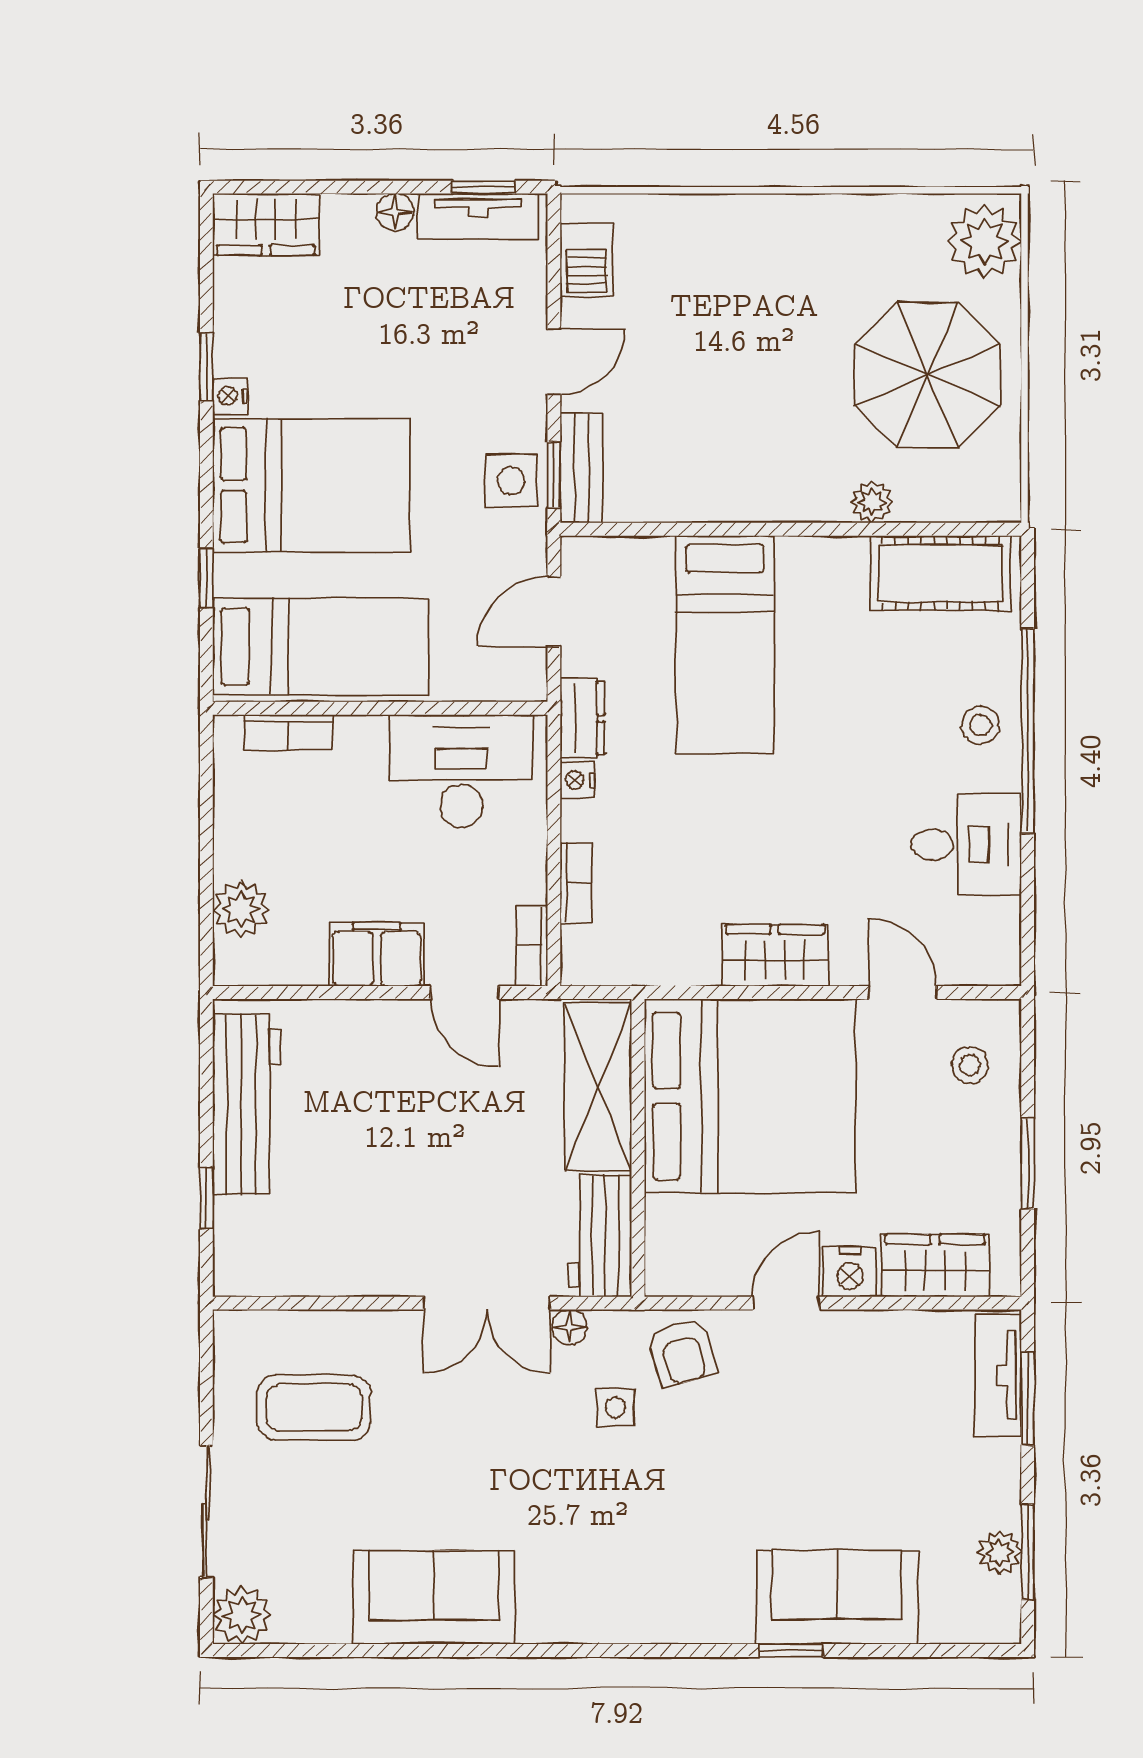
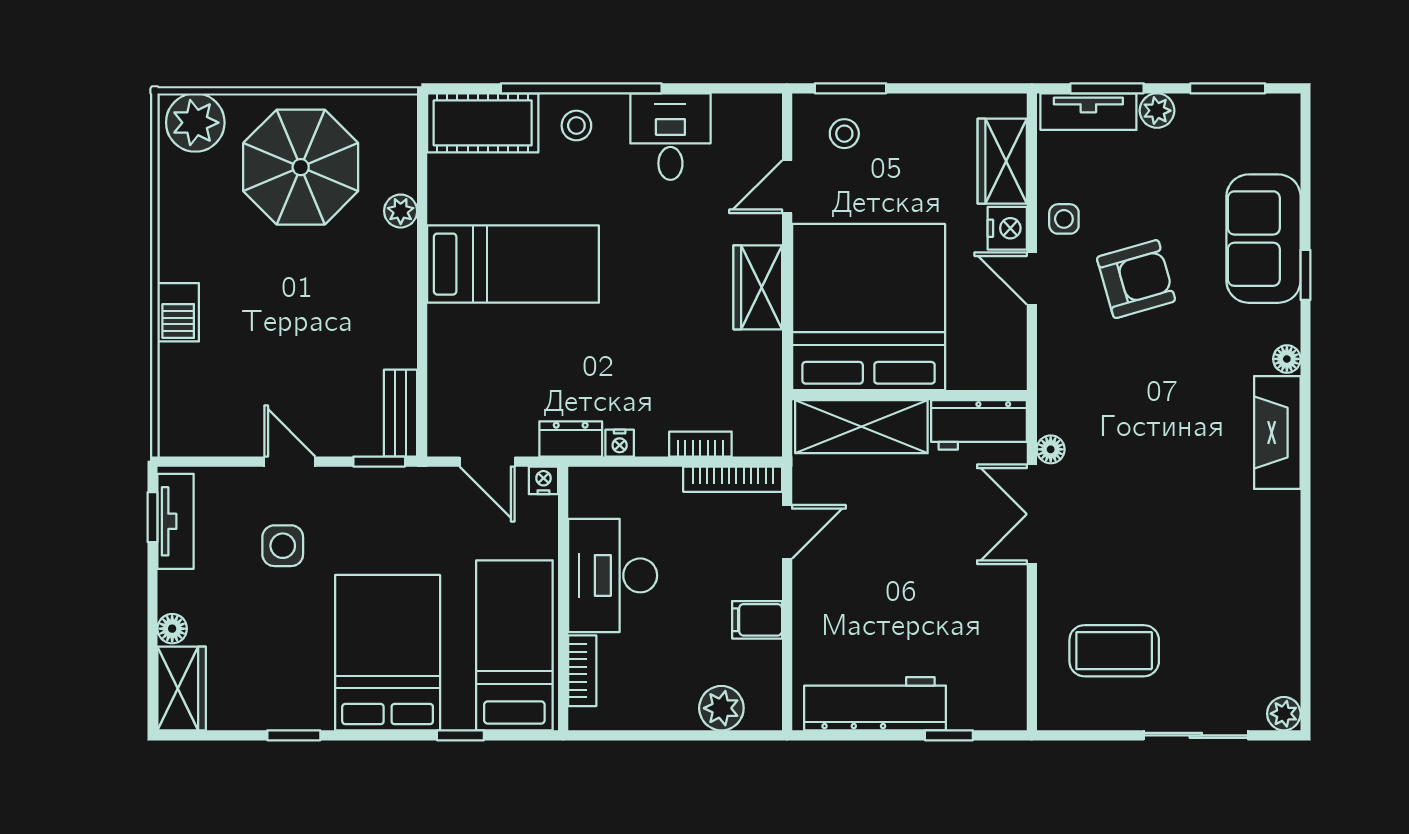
floor lamp: (395, 212) -> (172, 629), moved
barbecue: (586, 260) -> (178, 312), moved, turned 90
nightstand: (230, 396) -> (543, 480), moved, turned 180
bench: (581, 468) -> (400, 413), moved, turned 90
side table: (511, 481) -> (283, 546), moved
cot: (940, 573) -> (483, 123), moved, turned 90
bed: (725, 645) -> (513, 264), moved
desk: (461, 771) -> (613, 575), moved
bookcase: (531, 946) -> (733, 479), width x1.56
filing cabinet: (377, 954) -> (757, 620), width x0.50
window: (1028, 1164) -> (850, 88), moved
double door: (487, 1303) -> (1032, 514), swing flipped
armchair: (682, 1353) -> (1136, 279), moved, width x1.38, depth x1.38
coffee table: (314, 1408) -> (1114, 651), turned 90
side table: (615, 1408) -> (1064, 219), moved
plant: (999, 1552) -> (1157, 111), moved
sofa: (434, 1597) -> (1264, 556), removed
plant: (242, 1615) -> (1284, 714), width x0.73, depth x0.73
fireplace: (591, 1615) -> (1277, 432), added
floor lamp: (684, 1627) -> (1287, 359), added

